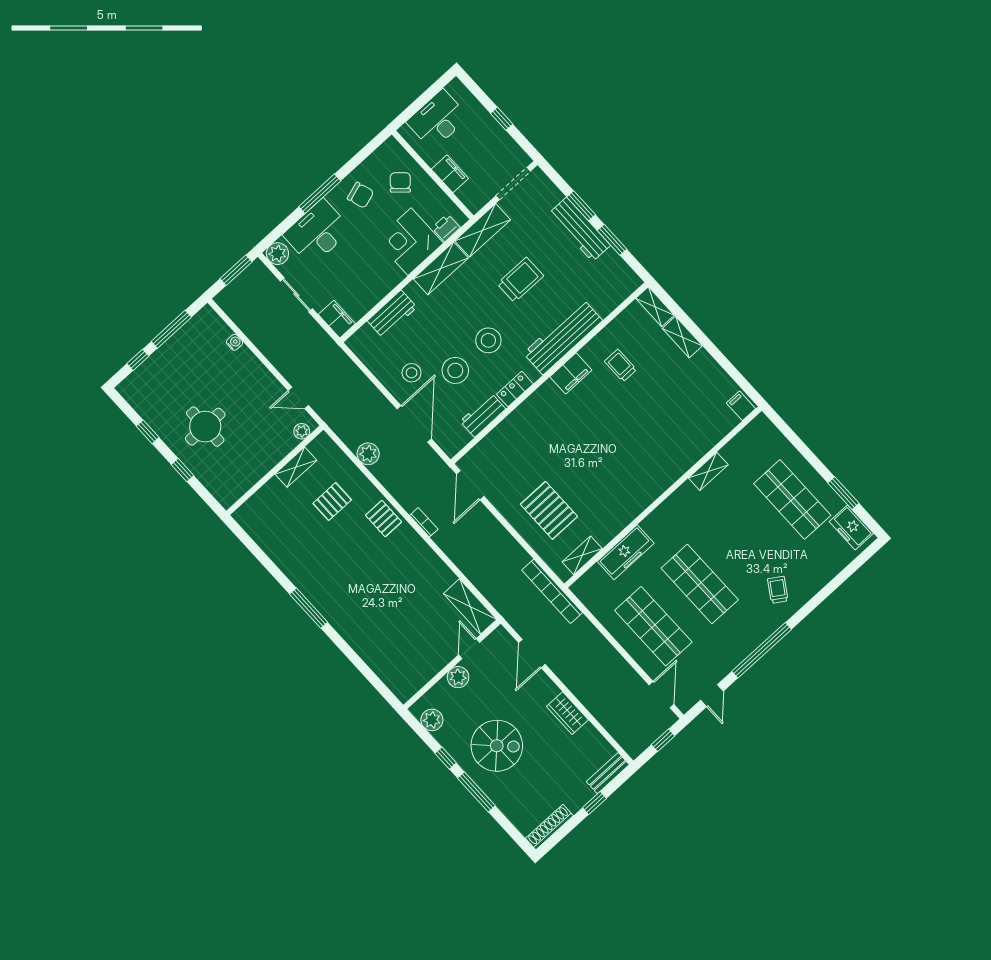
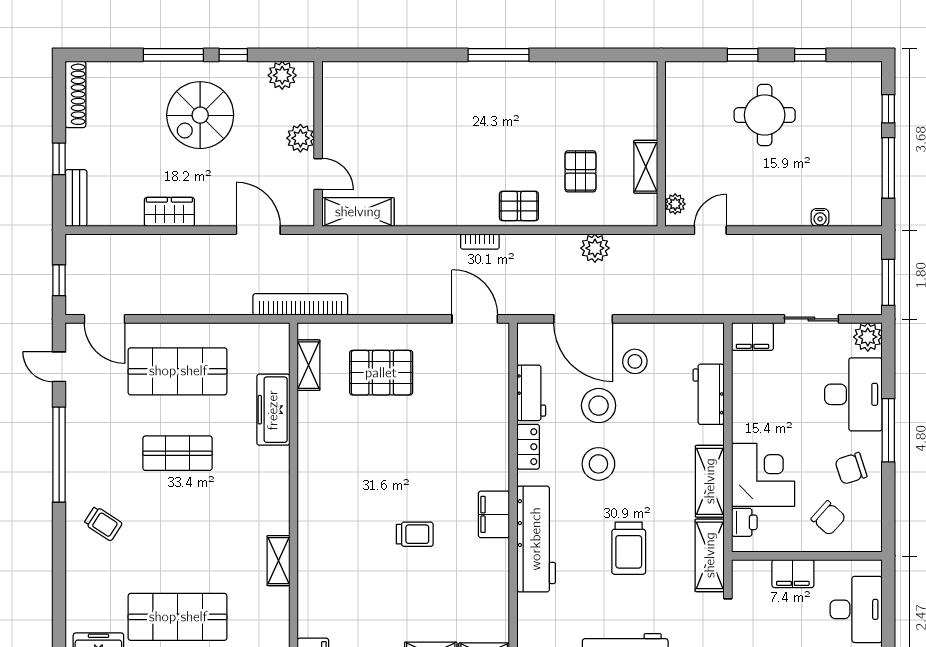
trolley: (621, 365) -> (415, 534), moved
shop shelf: (700, 584) -> (178, 453), width x0.70, depth x0.74

